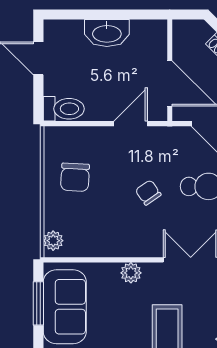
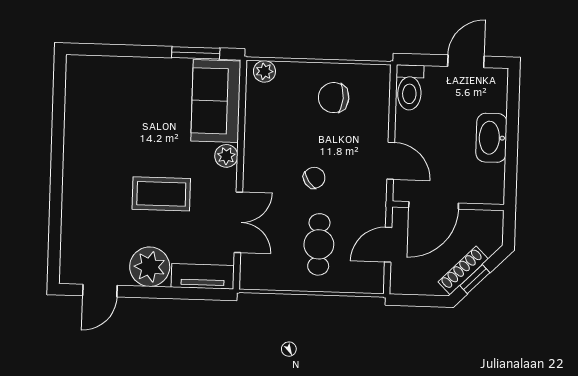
sofa: (65, 307) -> (216, 101), moved, turned 90

